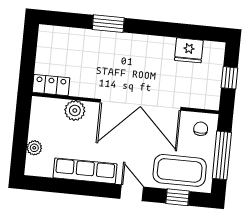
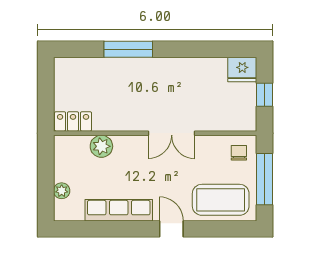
window: (108, 24) -> (128, 49), width x1.44
fridge: (189, 50) -> (242, 69), moved
double door: (140, 105) -> (172, 133), width x0.54
window: (177, 197) -> (221, 229), removed

